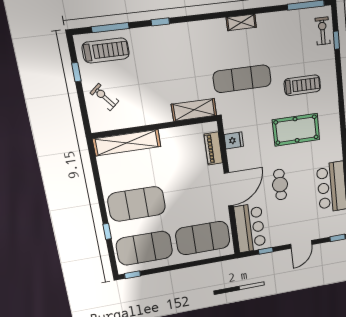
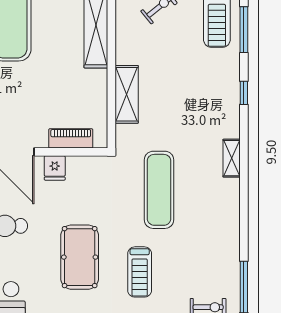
shelving: (241, 22) -> (232, 158), moved
shelving: (194, 110) -> (127, 94), moved
fridge: (234, 140) -> (55, 168), moved

